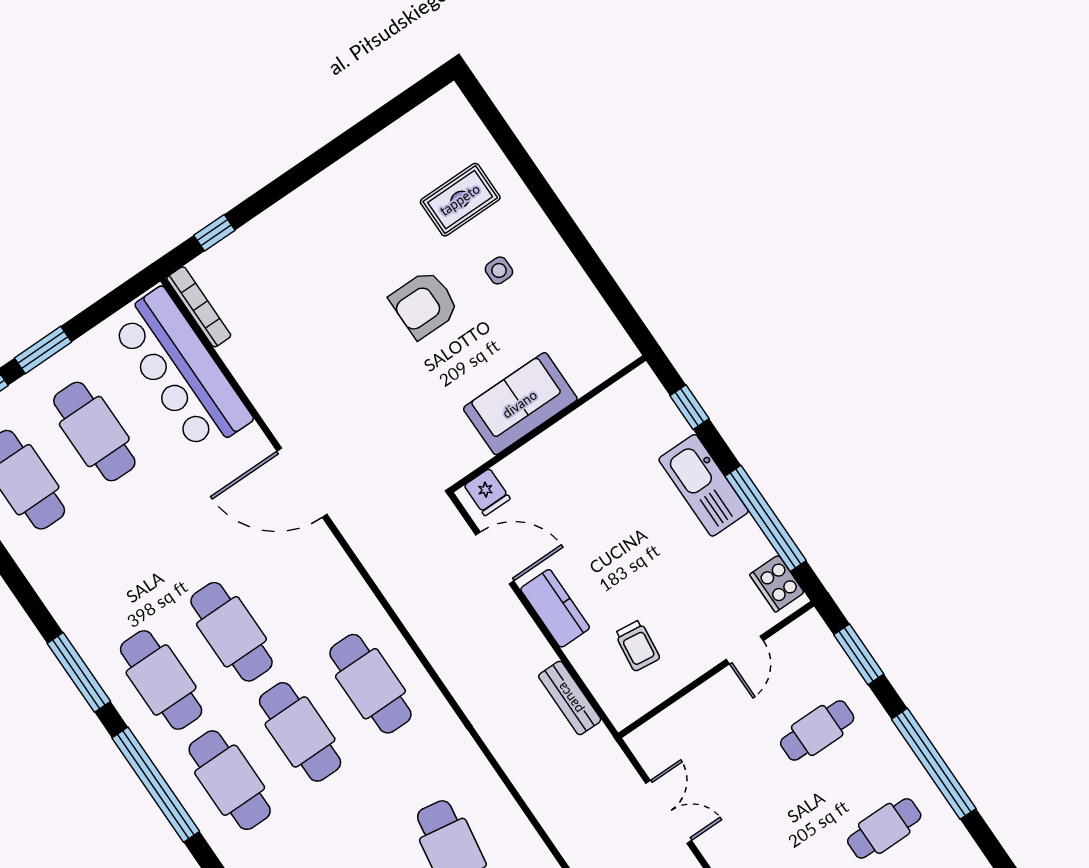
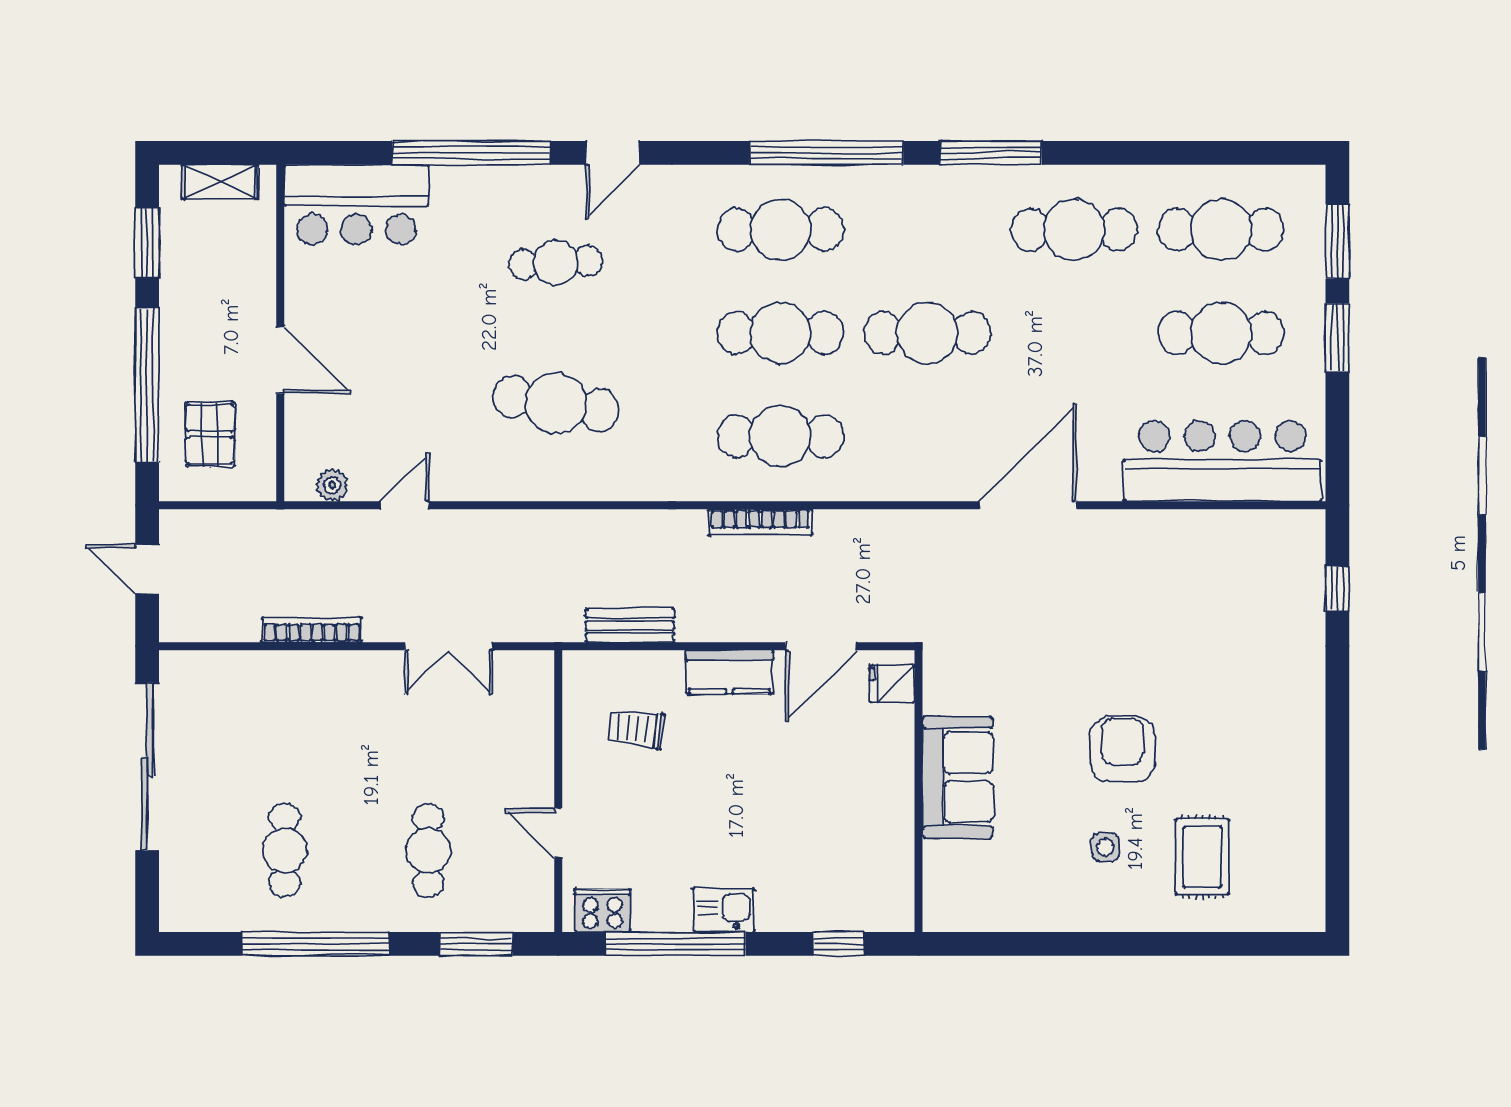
bookcase: (199, 307) -> (760, 522), moved
kitchen sink: (704, 485) -> (724, 910), width x0.53, depth x0.81
cafe table: (161, 680) -> (1074, 230), moved

